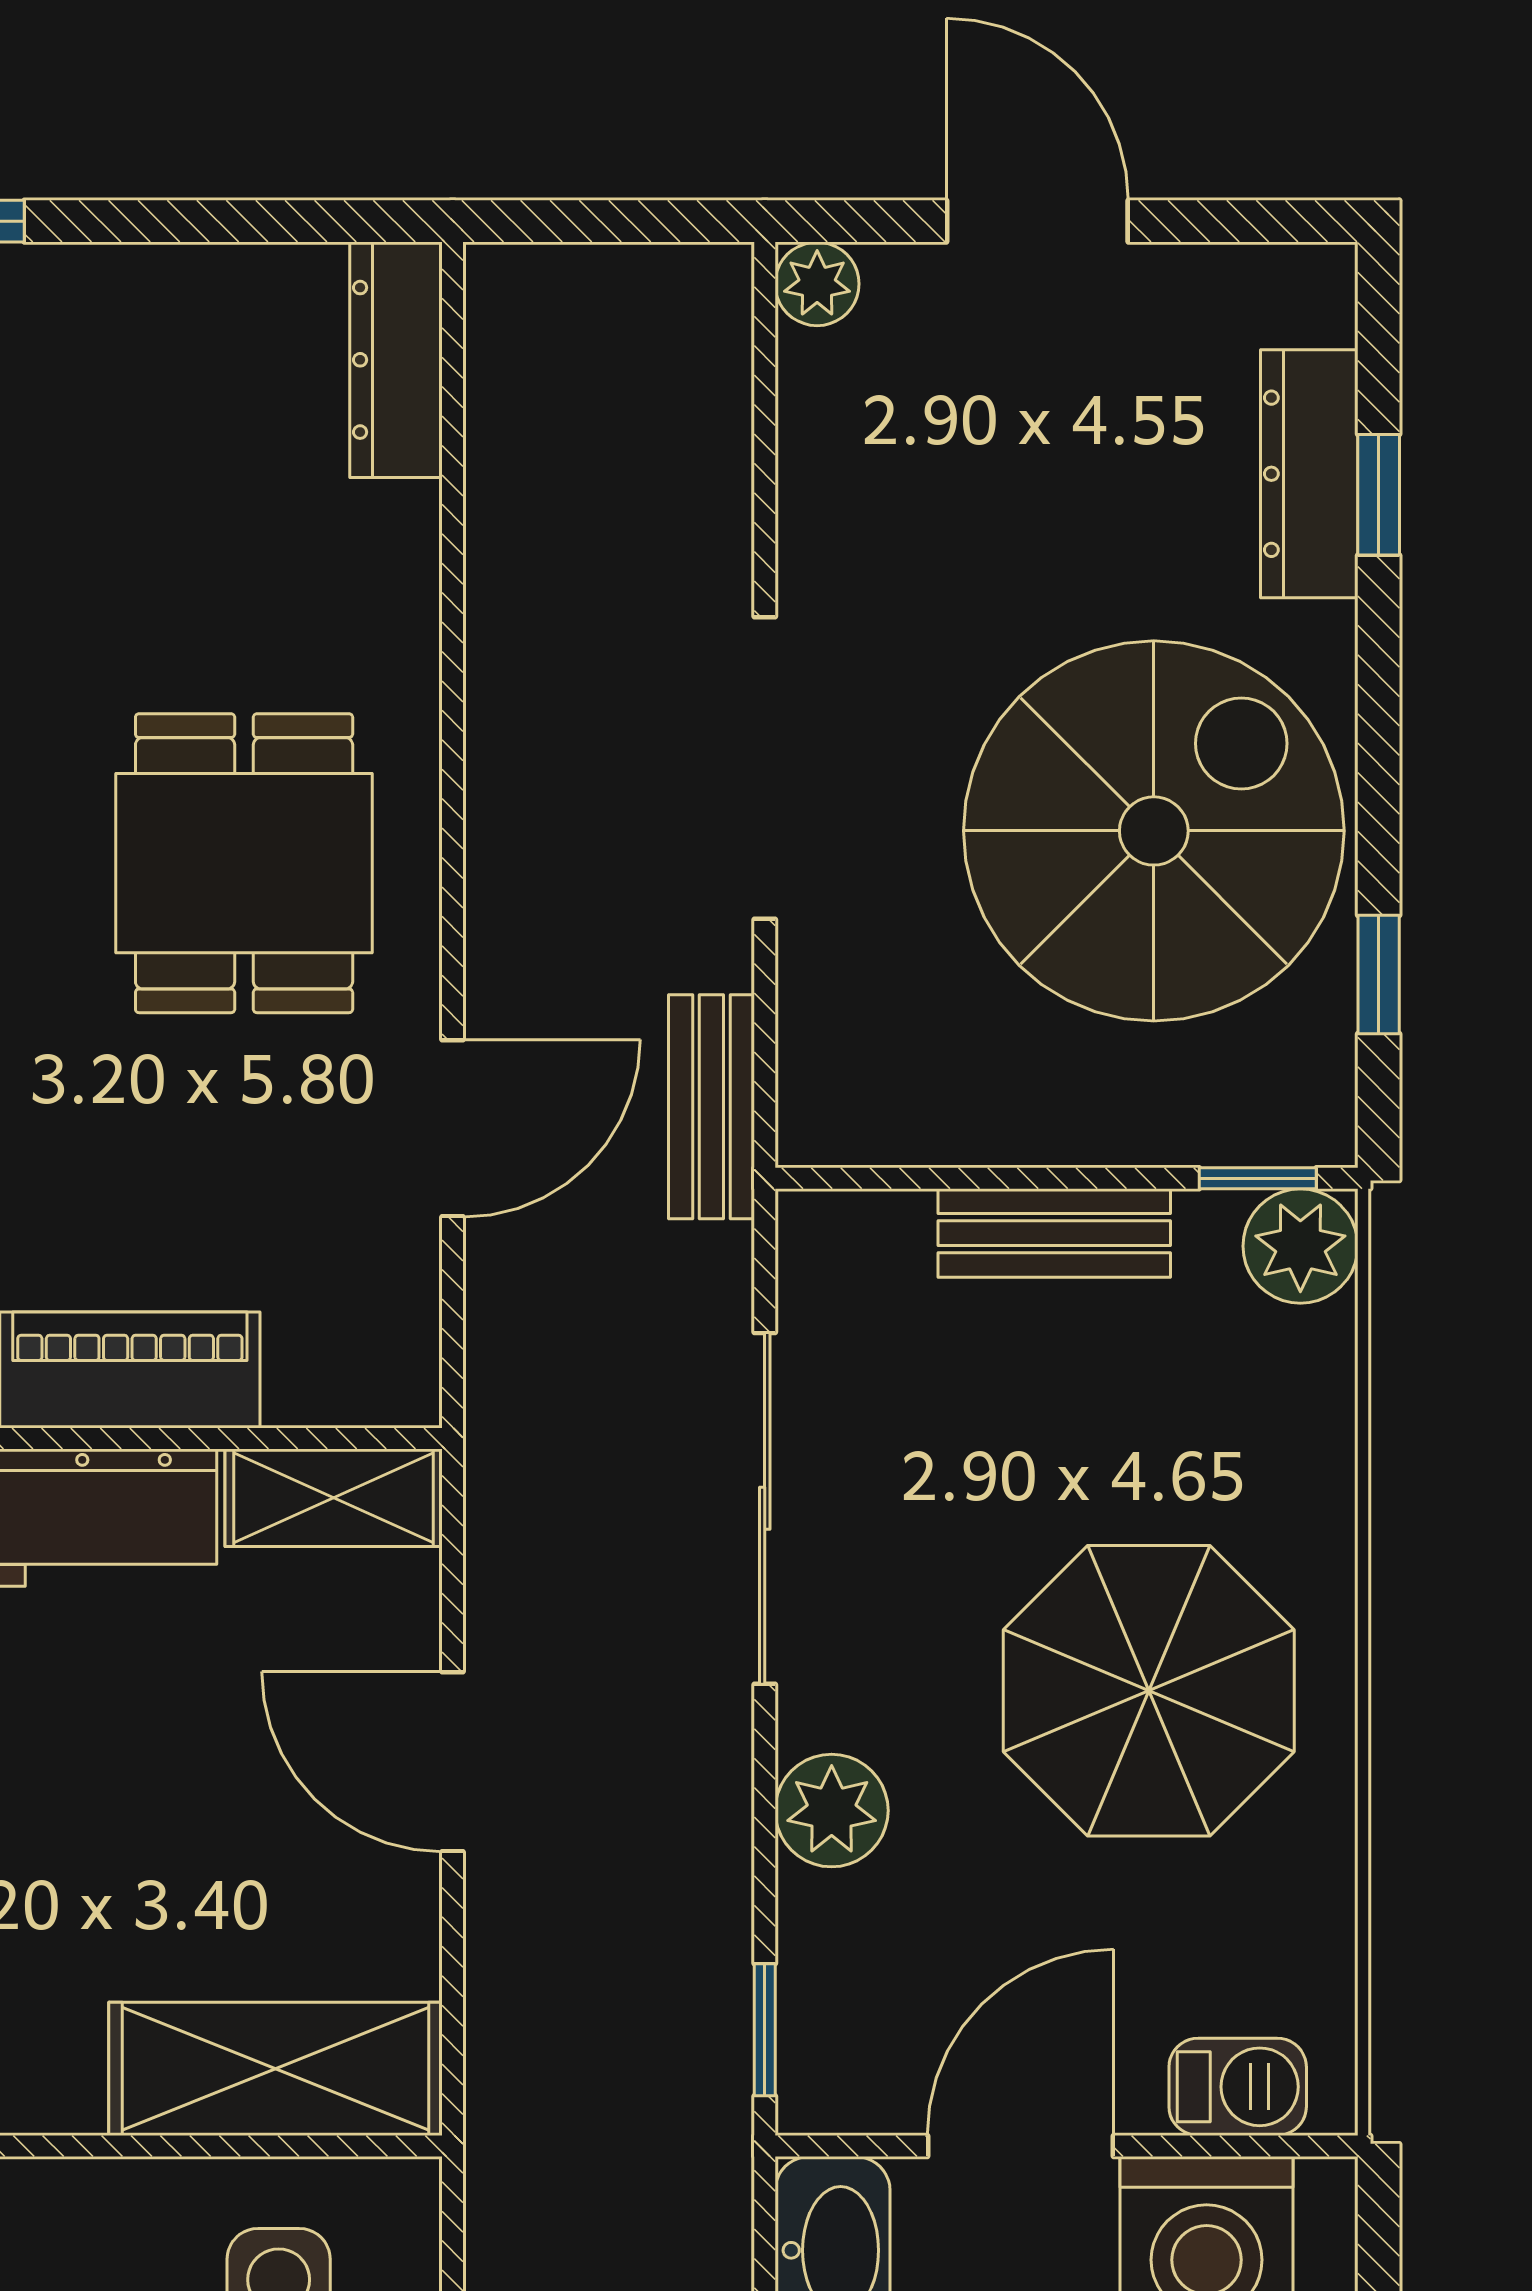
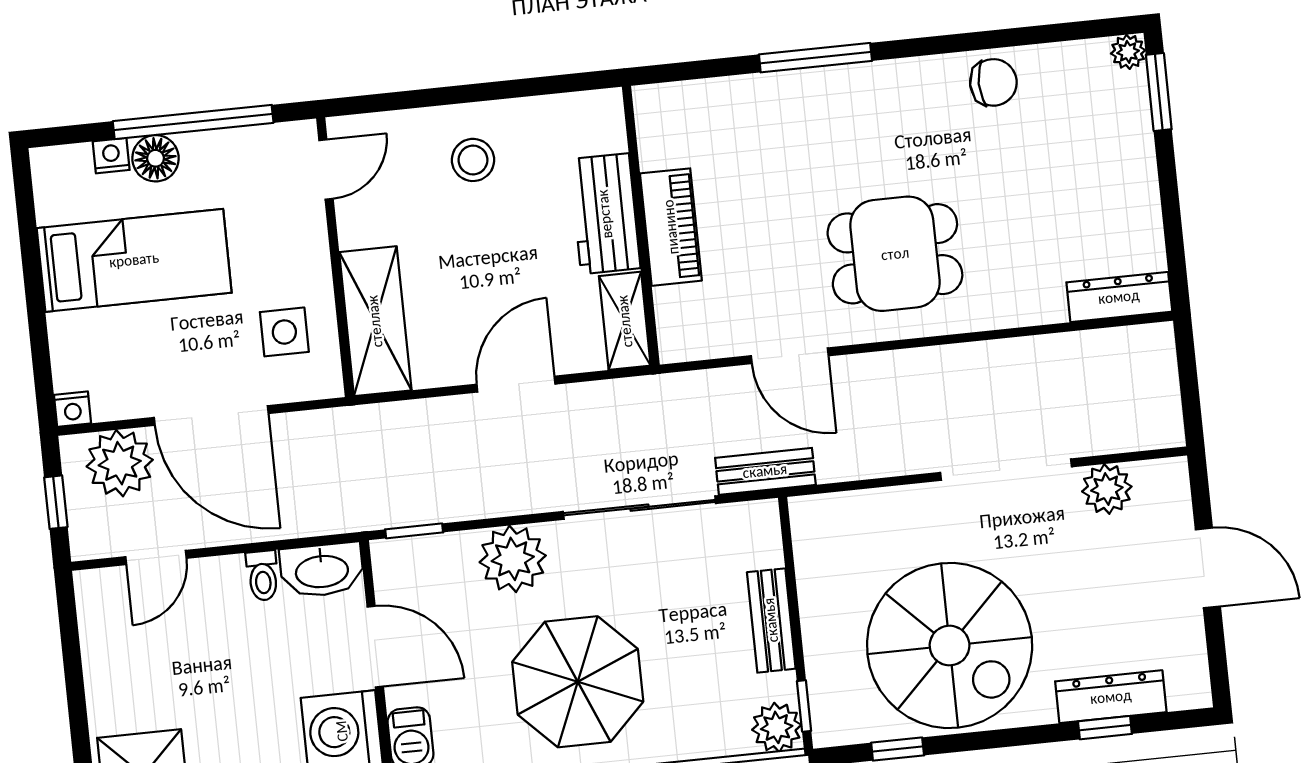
door: (1037, 221) -> (1208, 568), hinge flipped
plant: (817, 284) -> (1107, 489), moved, width x1.38, depth x1.38
doorway: (765, 768) -> (1006, 470), moved
bench: (711, 1107) -> (765, 471), moved
plant: (832, 1811) -> (513, 559), width x1.36, depth x1.36

